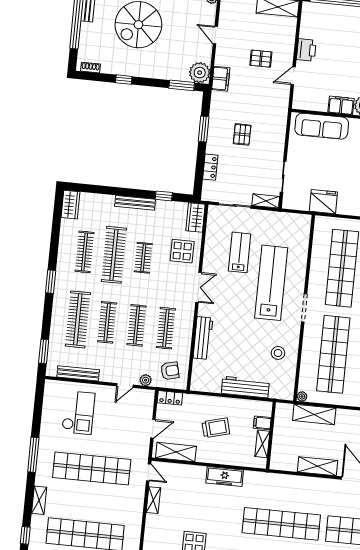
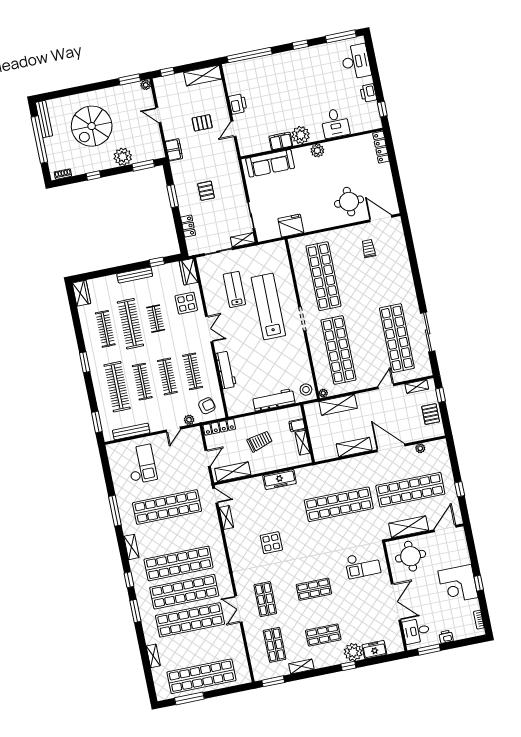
plant: (200, 73) -> (123, 157), moved
stool: (278, 353) -> (306, 390), moved
locker: (170, 398) -> (219, 427), width x1.53

